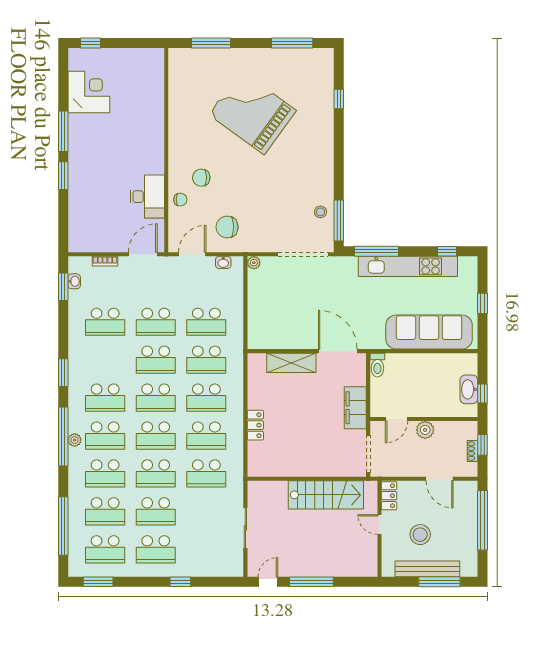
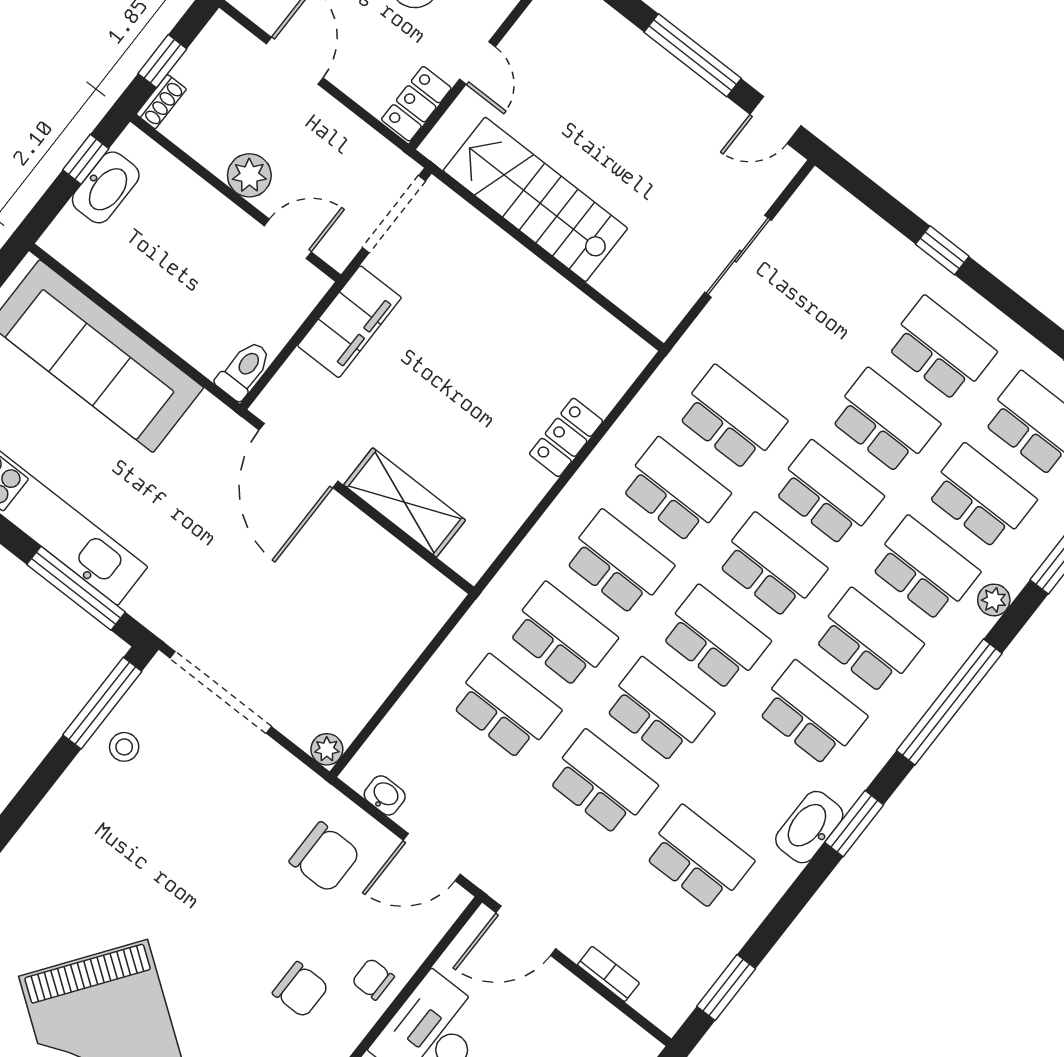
washbasin: (74, 281) -> (809, 827), moved, width x1.91, depth x1.45
plant: (75, 440) -> (994, 600), moved
shoe rack: (473, 451) -> (161, 102), moved

